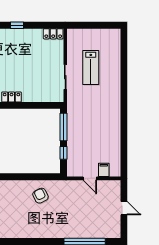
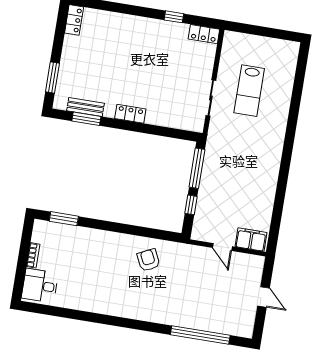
window: (17, 25) -> (174, 17), moved
filing cabinet: (104, 170) -> (251, 240), width x2.00

